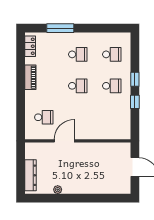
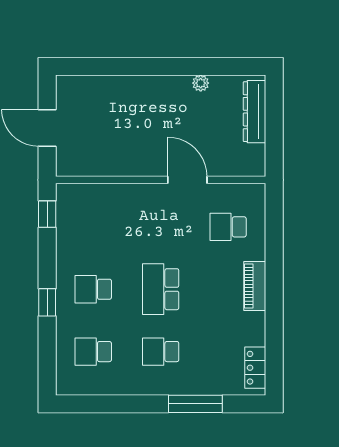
piano: (30, 77) -> (255, 286), moved
school desk: (78, 86) -> (161, 289), width x1.85
window: (135, 102) -> (47, 214), moved
door: (64, 141) -> (187, 180), swing flipped

